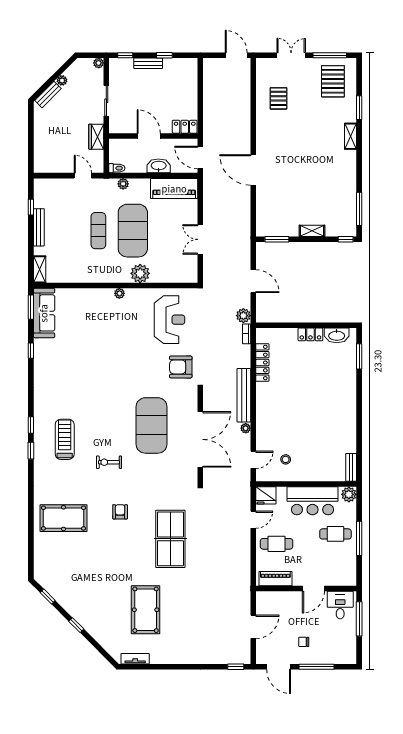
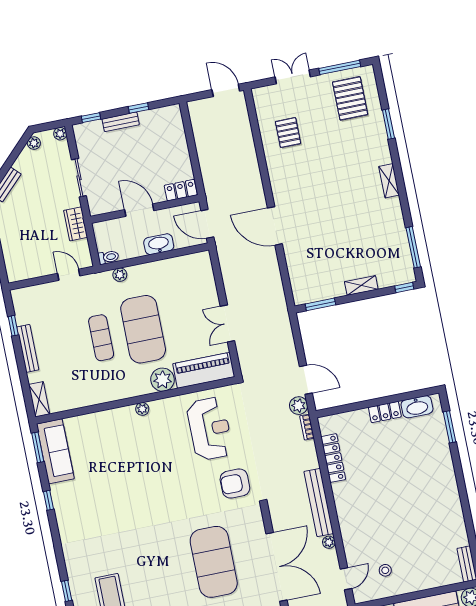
plant: (62, 80) -> (34, 143), moved
shelving: (351, 136) -> (389, 181), moved
piano: (174, 189) -> (204, 370), moved, turned 180
door: (253, 281) -> (306, 380), moved

